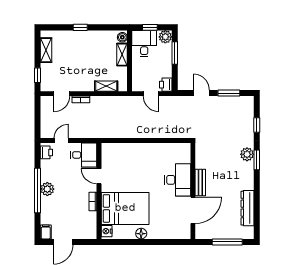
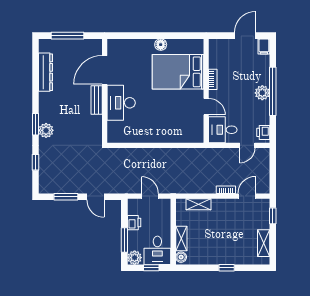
printer: (166, 85) -> (134, 223), moved
nightstand: (107, 231) -> (198, 47), removed

